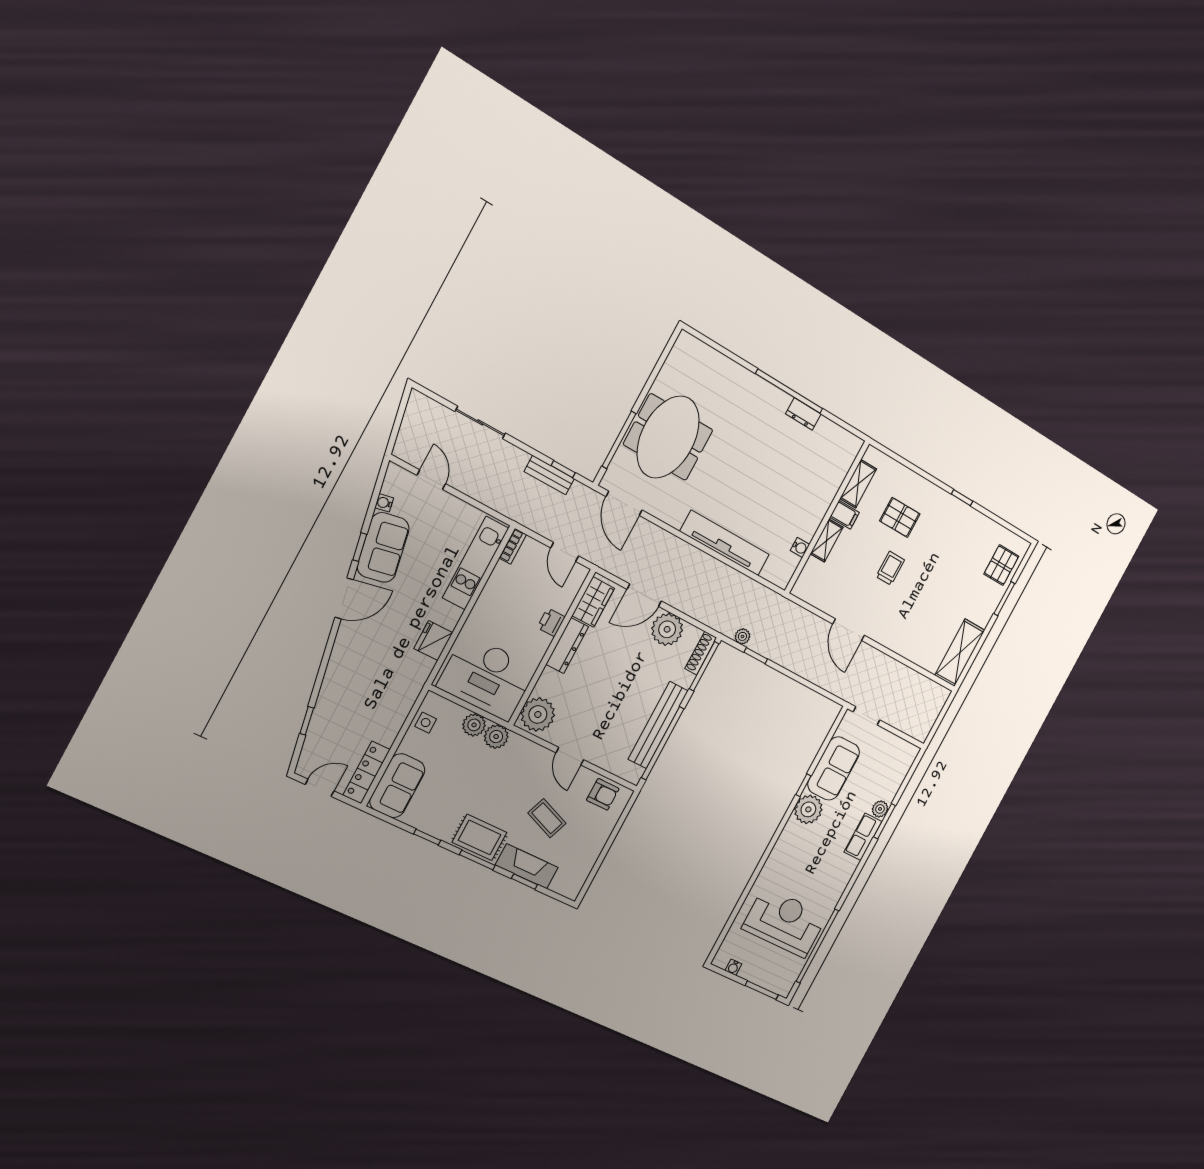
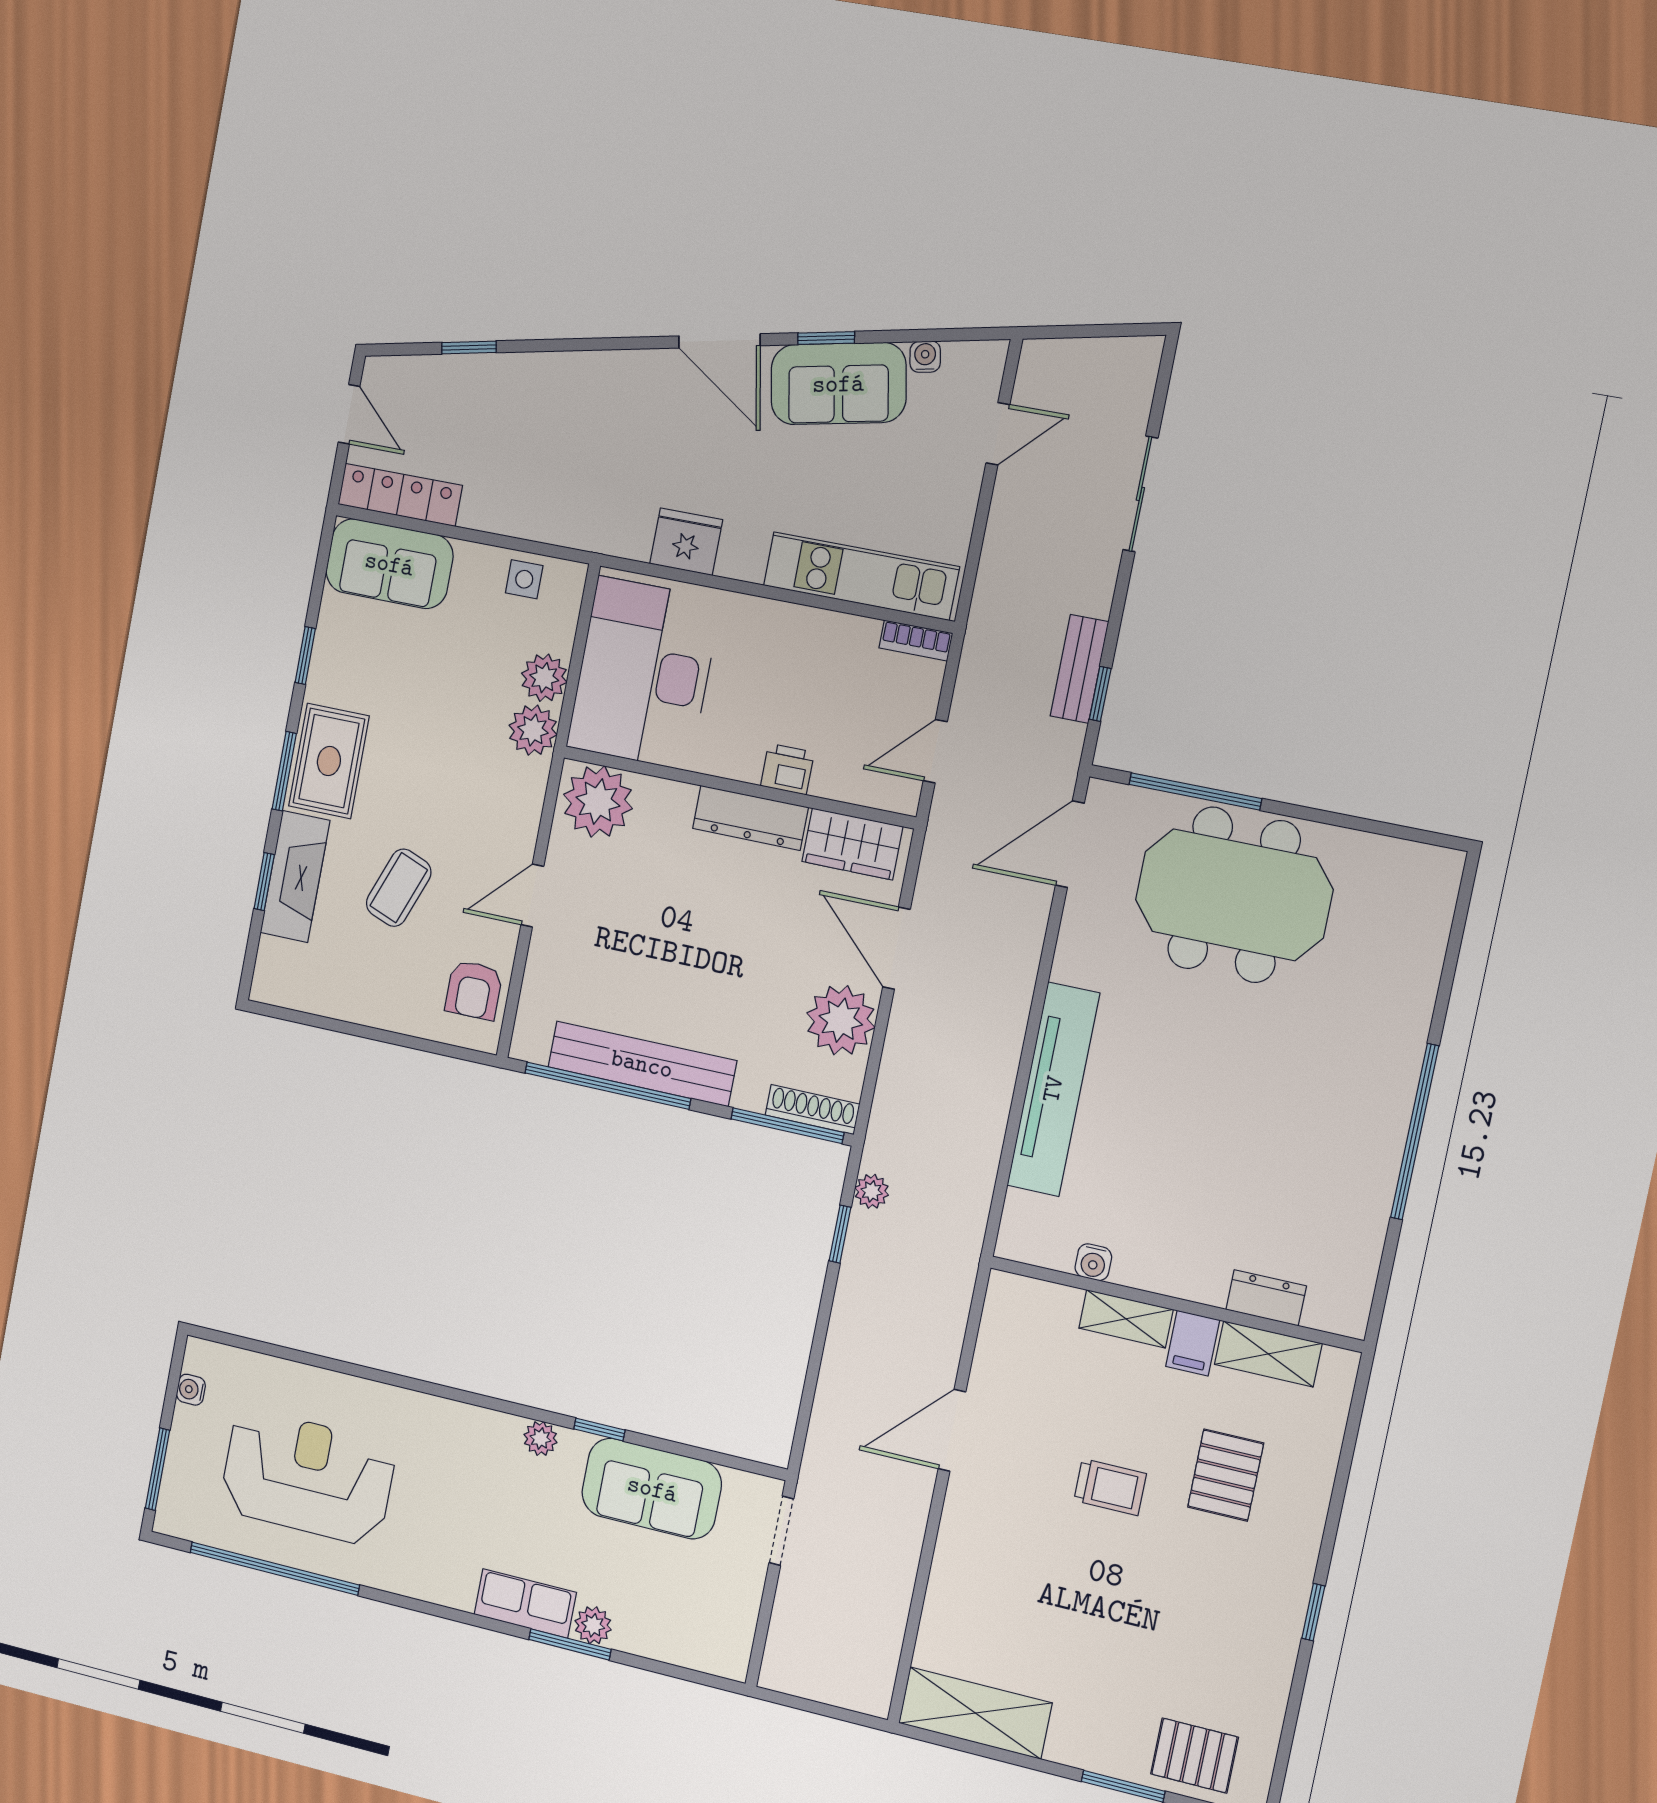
dresser: (803, 414) -> (1266, 1298), moved, turned 90
plant: (808, 809) -> (540, 1439), width x0.53, depth x0.53
reception desk: (785, 922) -> (308, 1477), turned -90

